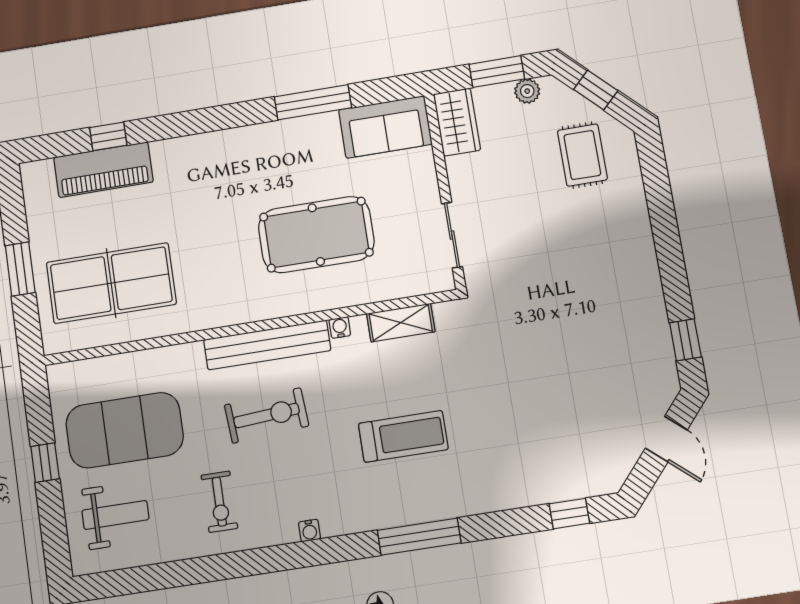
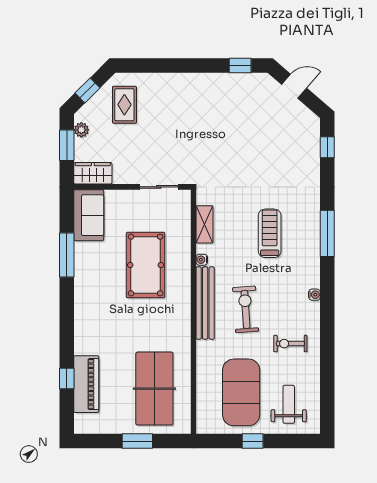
rug: (582, 155) -> (124, 105), turned 90
exercise bike: (219, 502) -> (290, 344), turned 180

